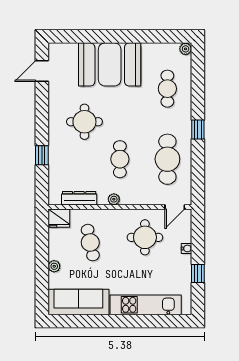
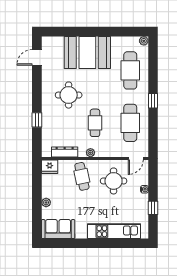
cafe table: (167, 89) -> (130, 70), width x1.37, depth x1.35
cafe table: (90, 243) -> (82, 176), moved
sofa: (78, 302) -> (58, 229), width x0.73

